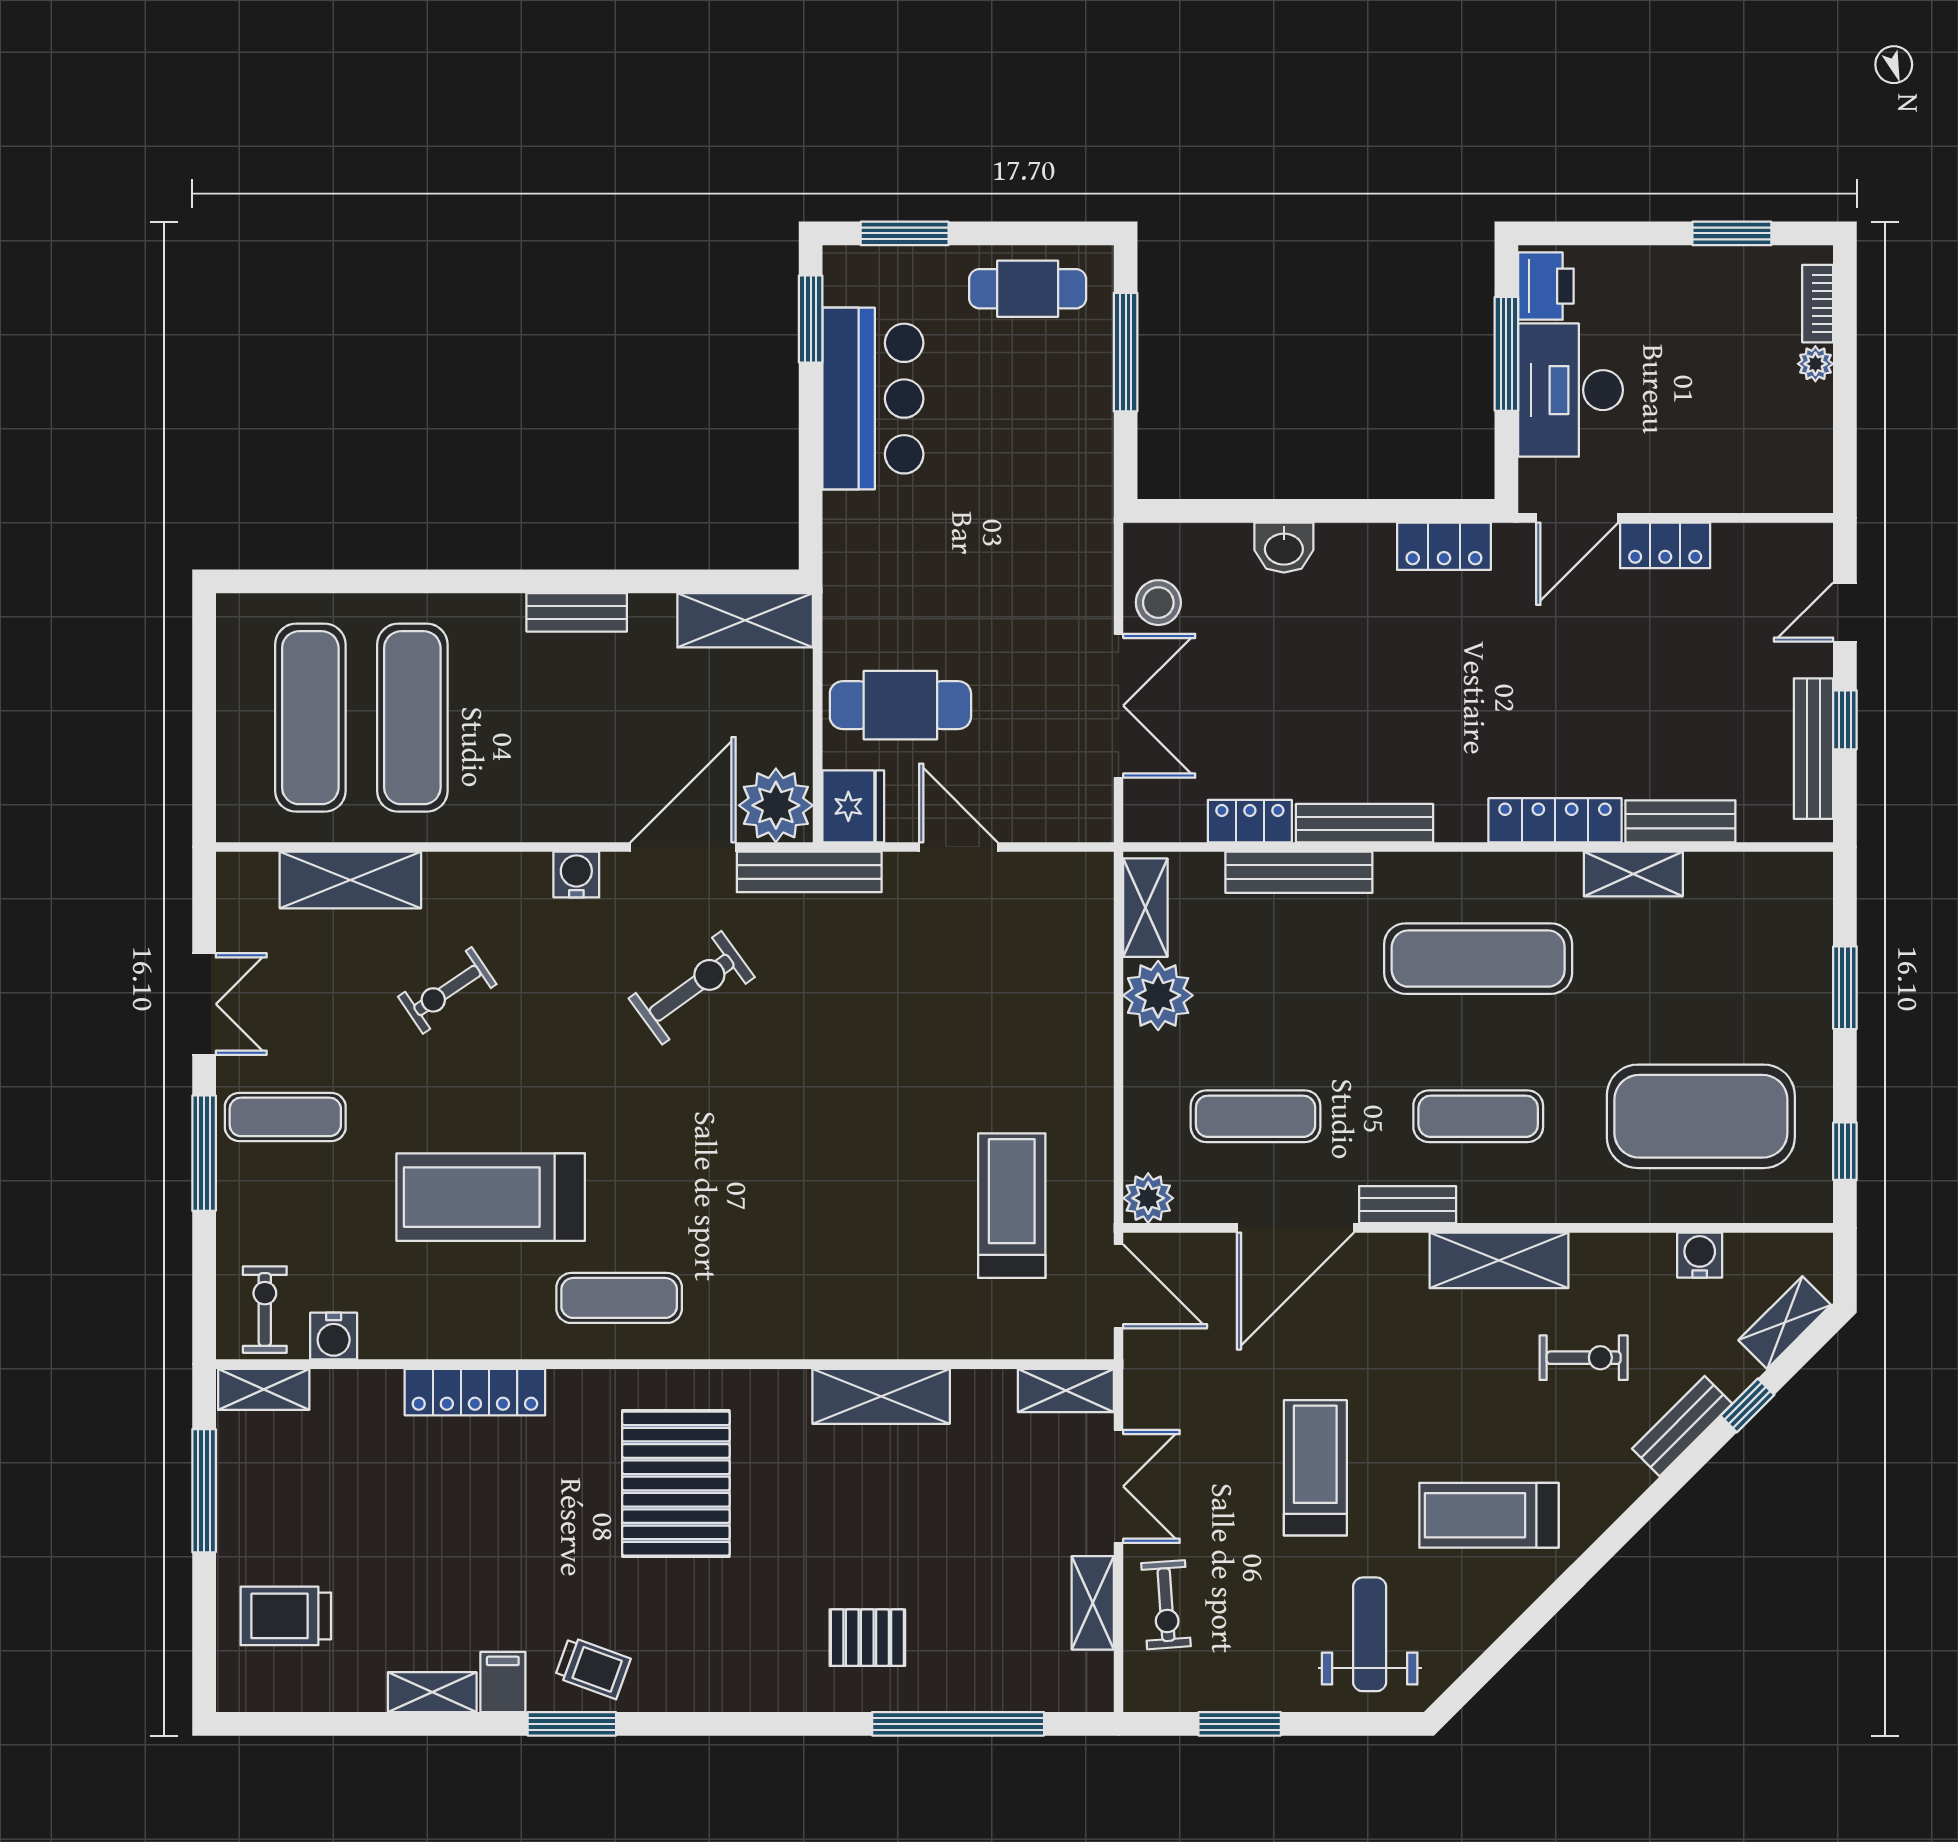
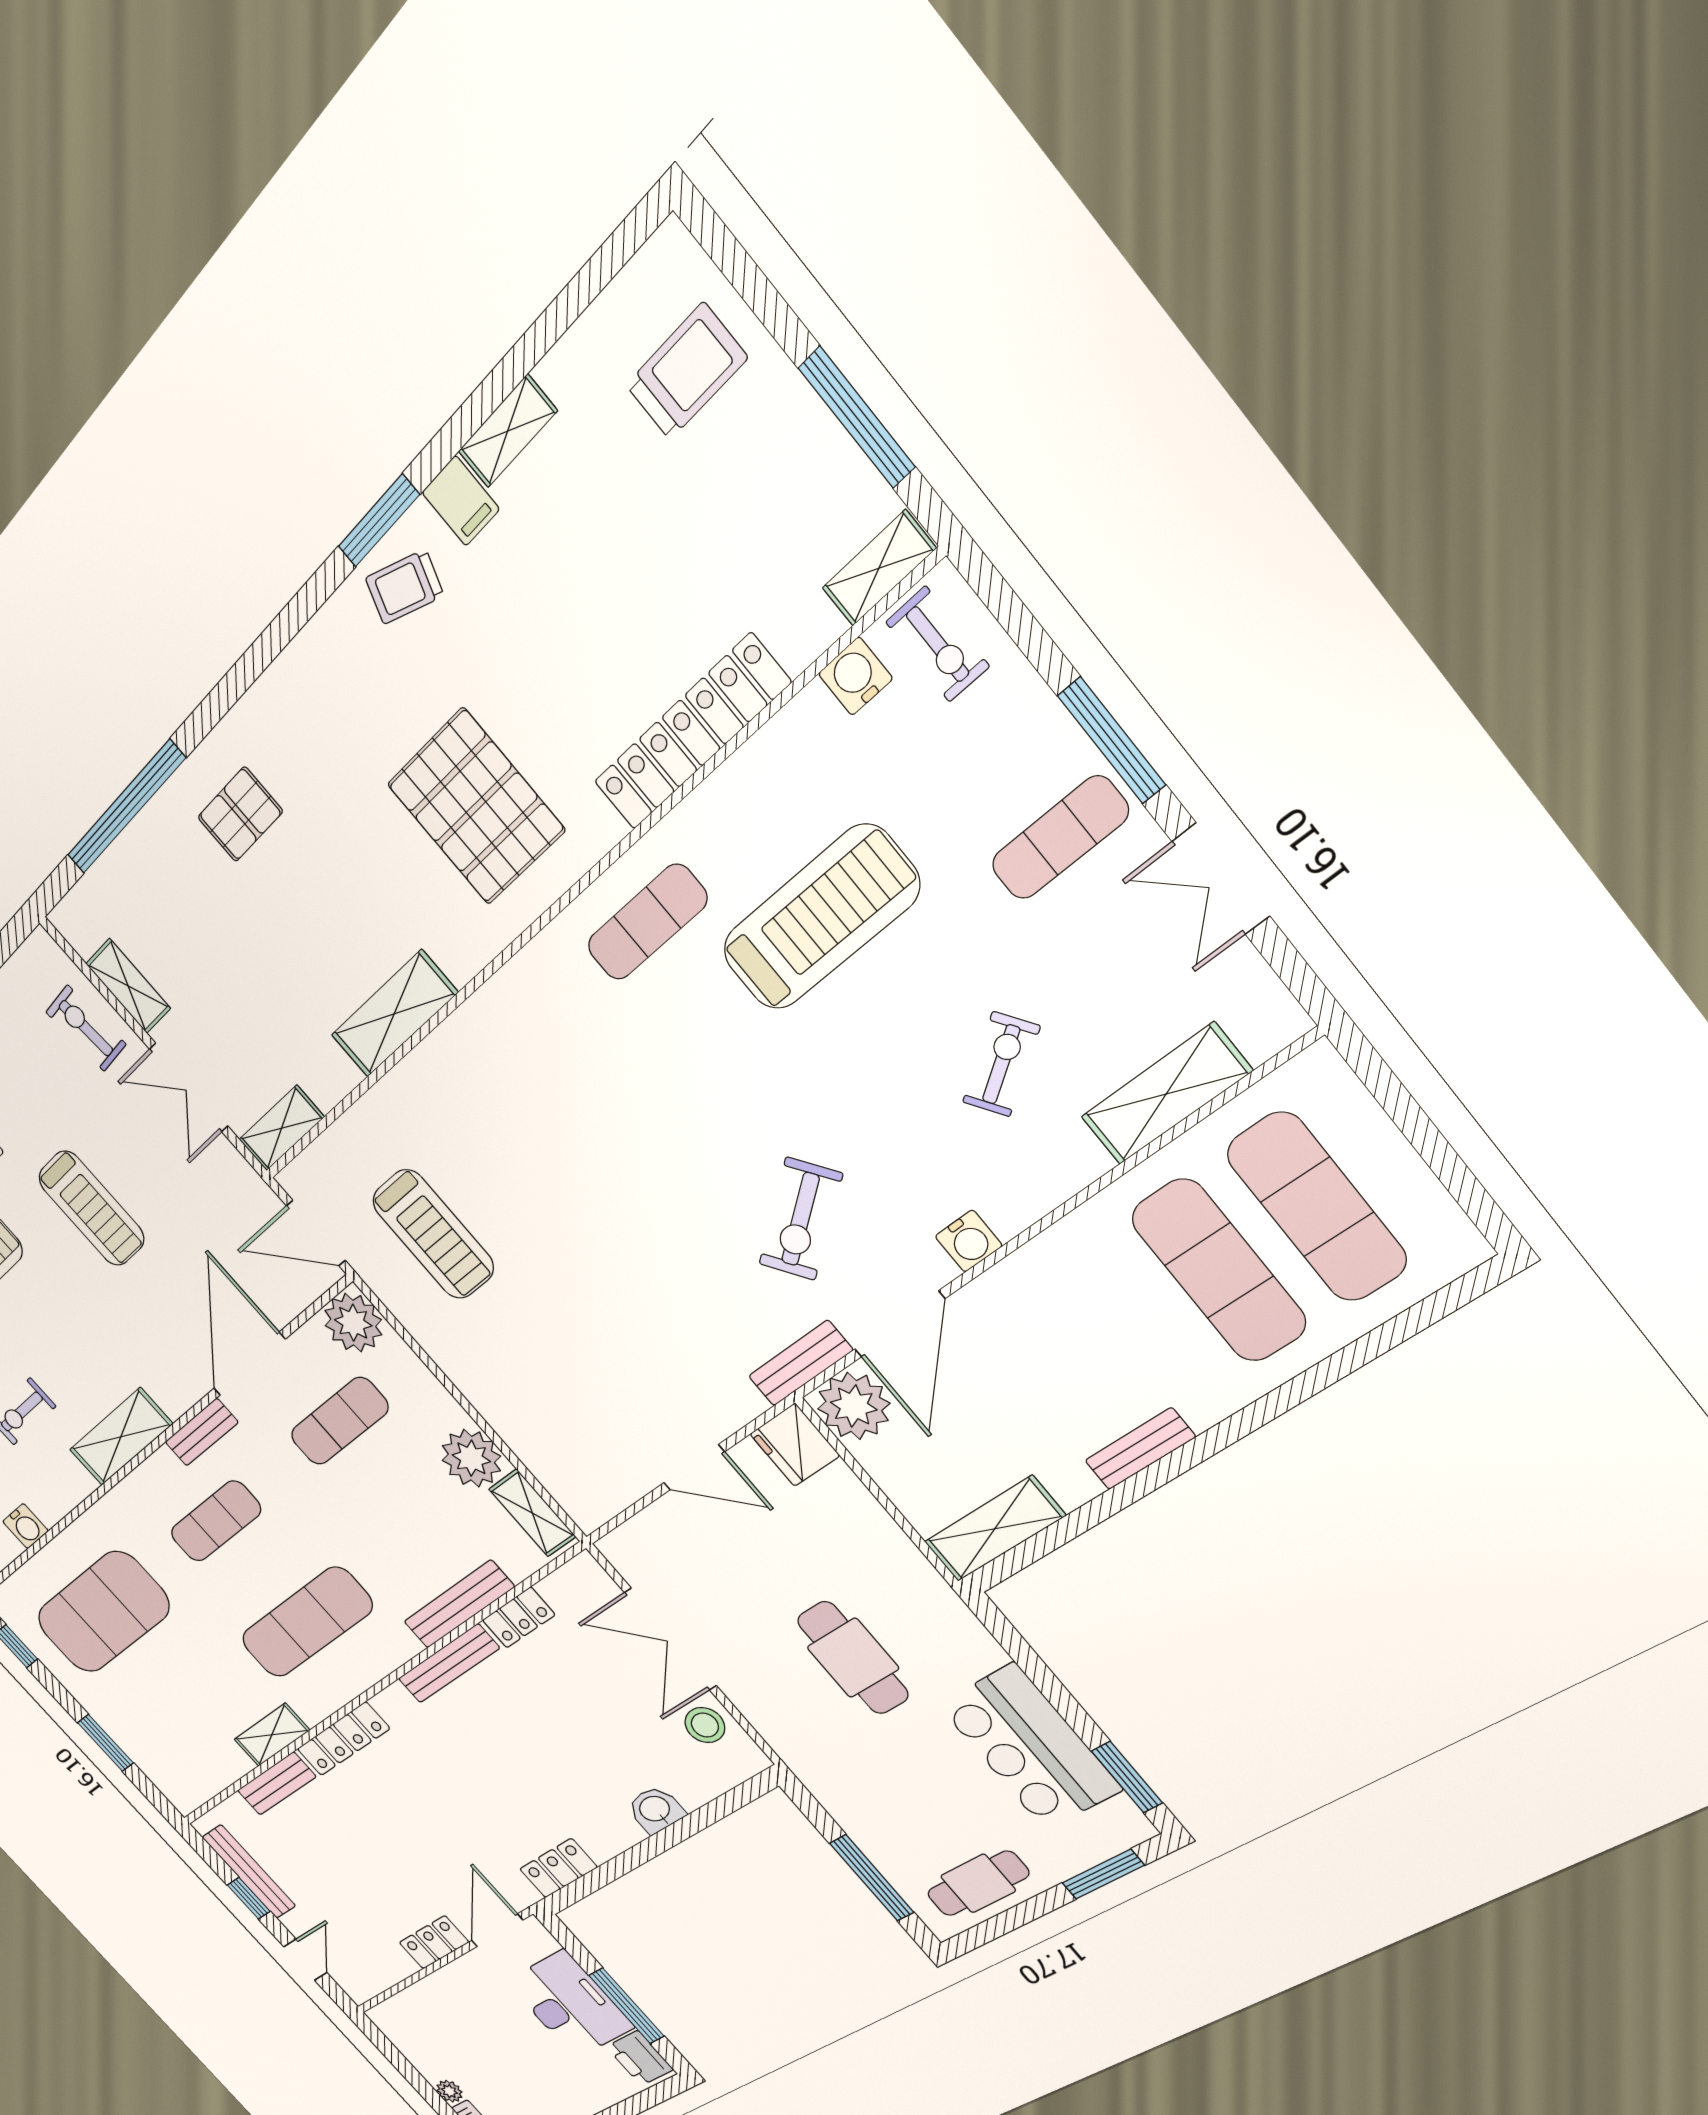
cafe table: (900, 705) -> (853, 1658), moved, turned 90
bench: (809, 872) -> (801, 1363), width x0.73
plant: (1148, 1198) -> (353, 1323), width x1.36, depth x1.36
locker: (475, 1392) -> (691, 733), width x1.41, depth x1.21

